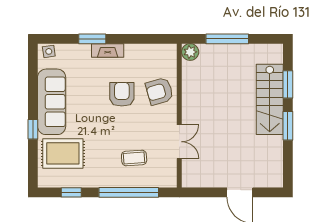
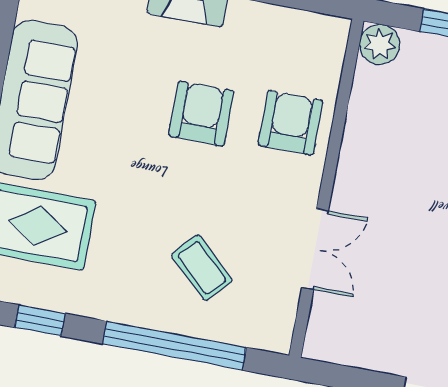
armchair: (159, 91) -> (291, 123), turned 106
coffee table: (134, 158) -> (202, 268), turned 47

